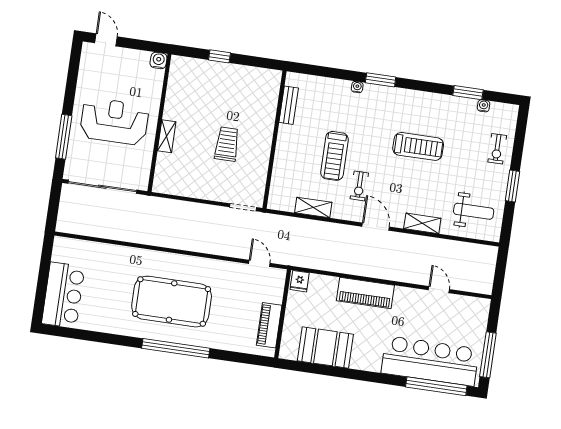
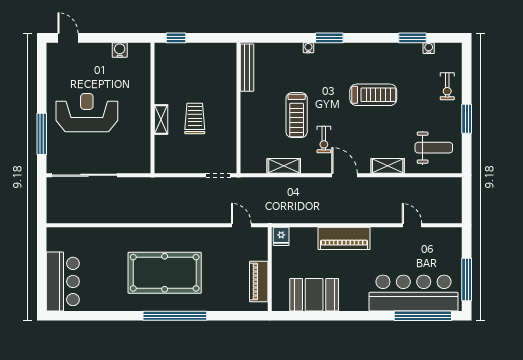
bench: (289, 105) -> (247, 68), width x1.36
wall: (159, 123) -> (152, 108), moved
shelving: (167, 136) -> (161, 119), moved

